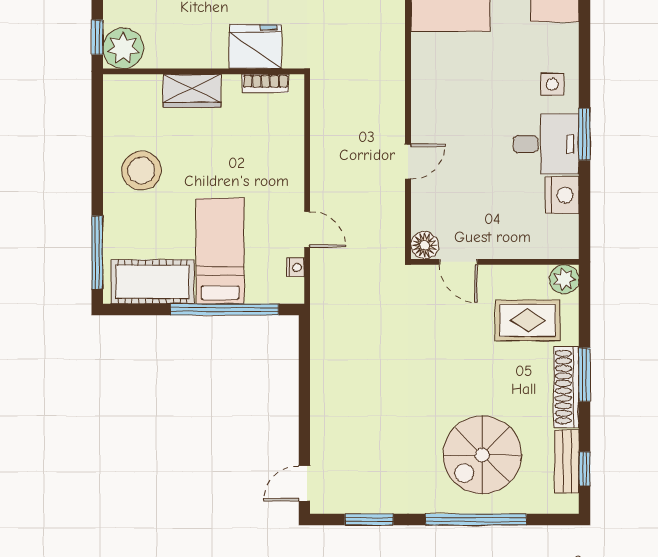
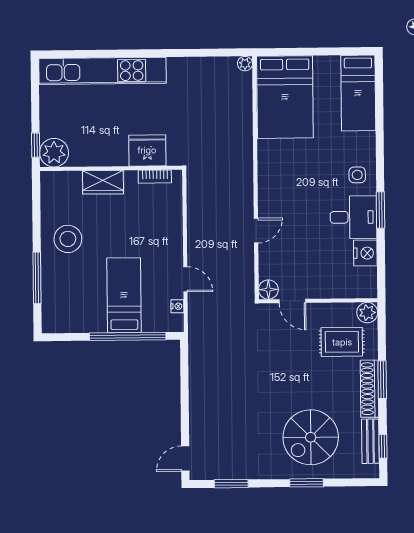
window: (97, 252) -> (37, 278), moved
cot: (153, 282) -> (77, 317), removed
window: (476, 519) -> (307, 483), width x0.47

